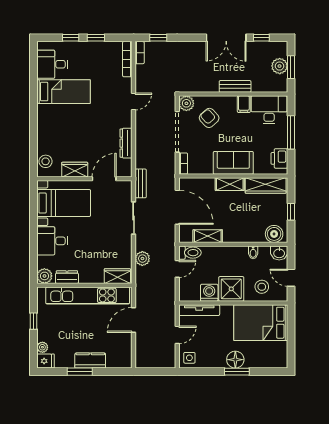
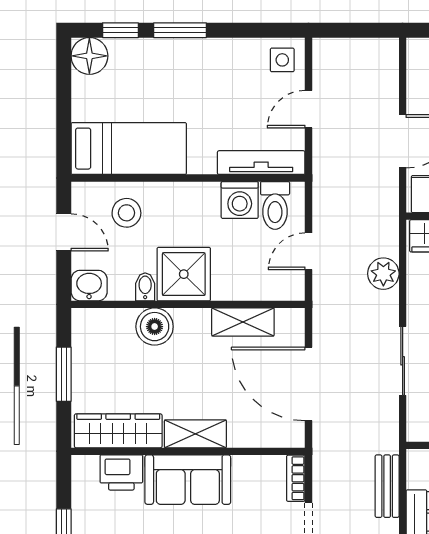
printer: (279, 158) -> (121, 472), moved, turned 90
bench: (141, 183) -> (387, 486), moved
window: (291, 212) -> (64, 374), width x1.50
boiler: (274, 234) -> (155, 327), moved
toilet: (190, 253) -> (275, 205), moved, turned -90
shower: (231, 289) -> (184, 274), moved
bed: (261, 323) -> (129, 149), width x0.67
floor lamp: (235, 360) -> (89, 56), moved
window: (265, 372) -> (120, 30), added

